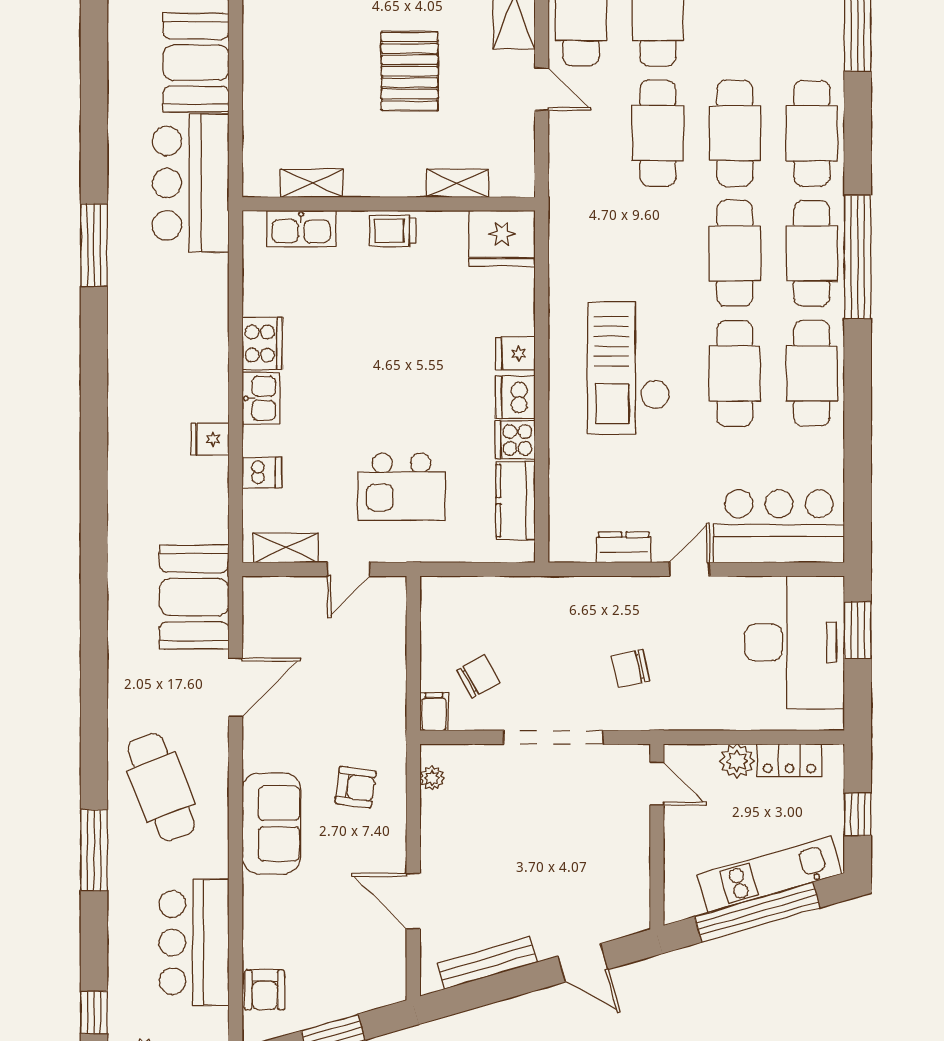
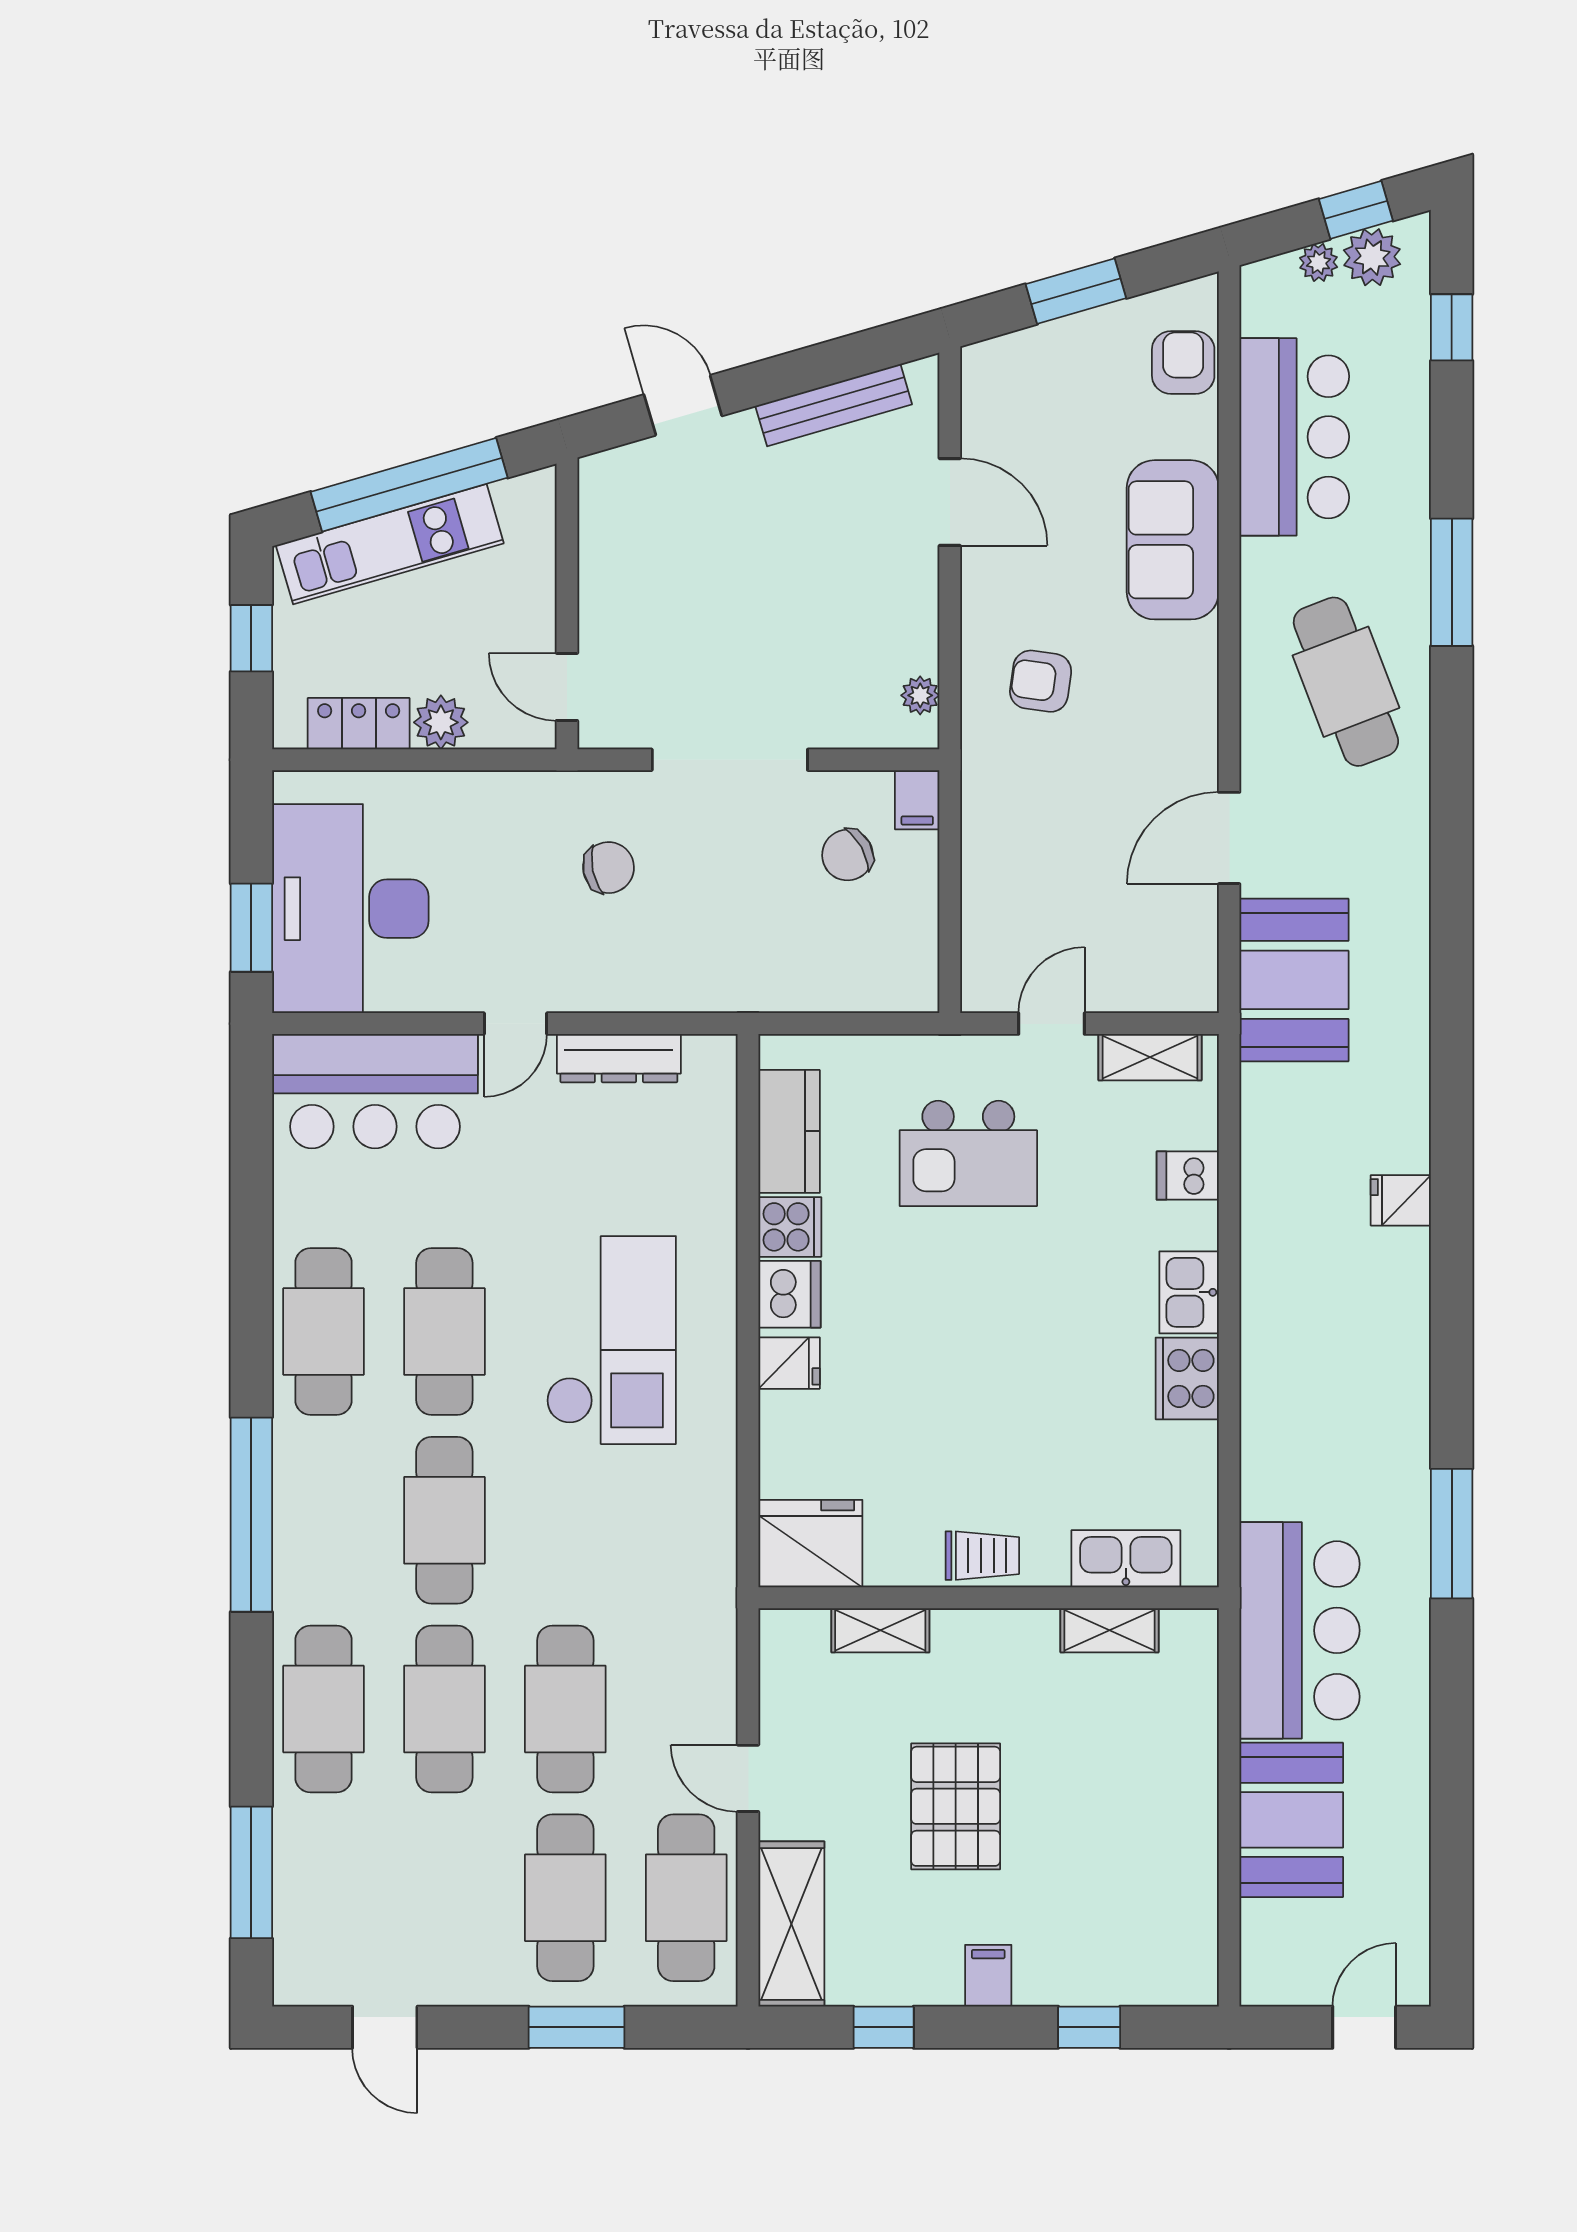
cafe table: (812, 253) -> (323, 1520), removed
fridge: (210, 439) -> (1401, 1200), moved, turned 180
kitchen island: (401, 487) -> (968, 1153), turned 180
dresser: (624, 547) -> (619, 1058), width x1.44
sofa: (271, 824) -> (1173, 540), moved

